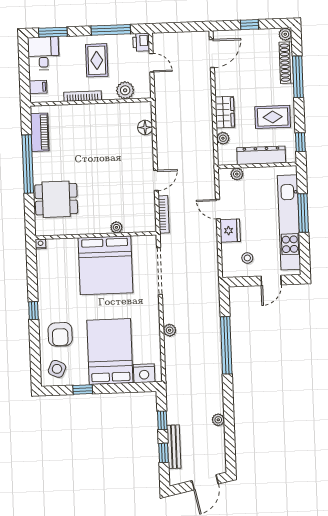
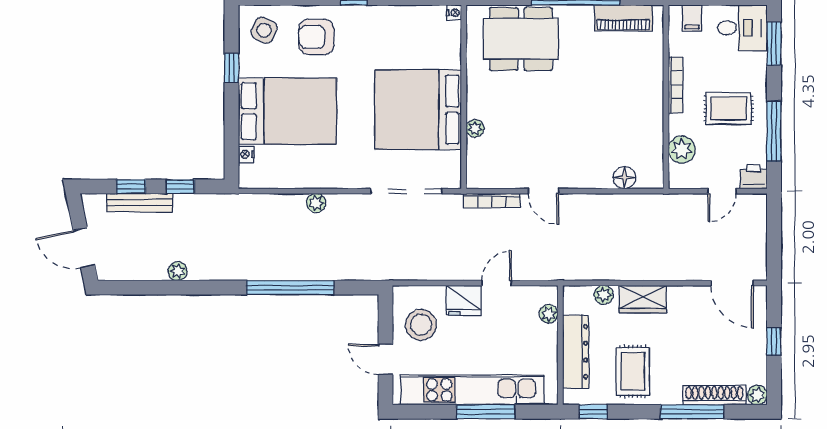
dining table: (56, 199) -> (521, 39), width x1.38
stool: (247, 258) -> (421, 325), width x1.89, depth x1.89
nightstand: (144, 373) -> (246, 154), width x0.53, depth x0.56

